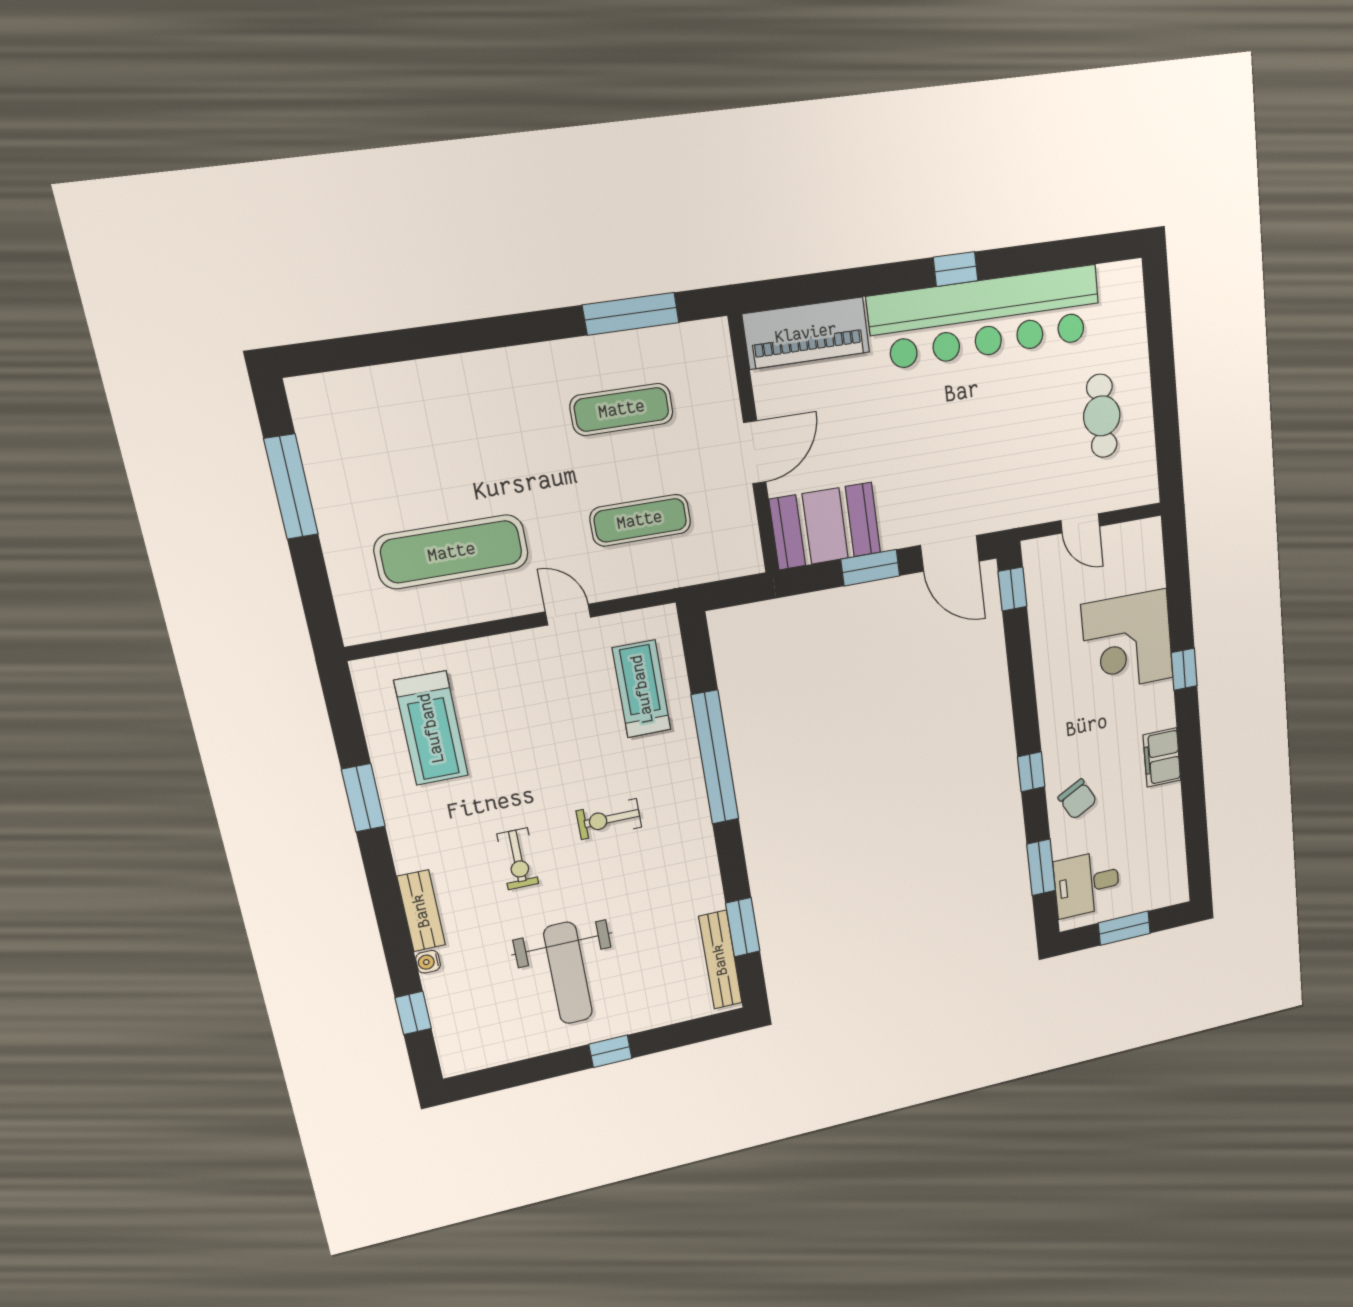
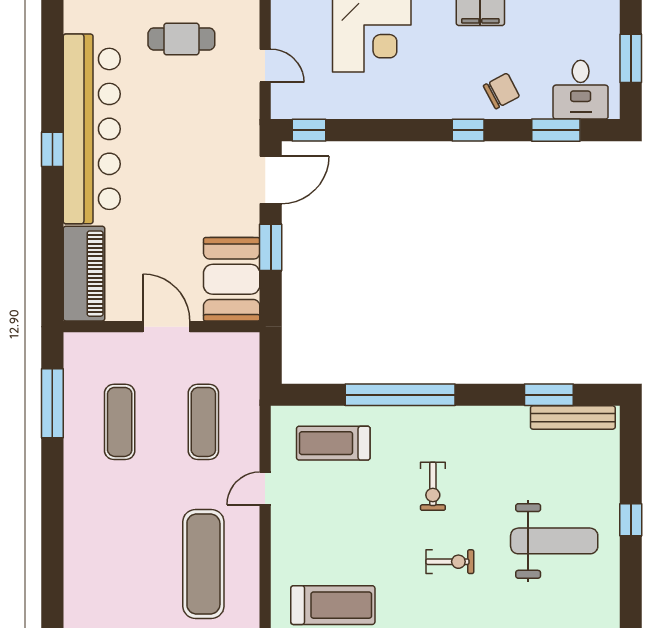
door: (1080, 523) -> (265, 66), hinge flipped

